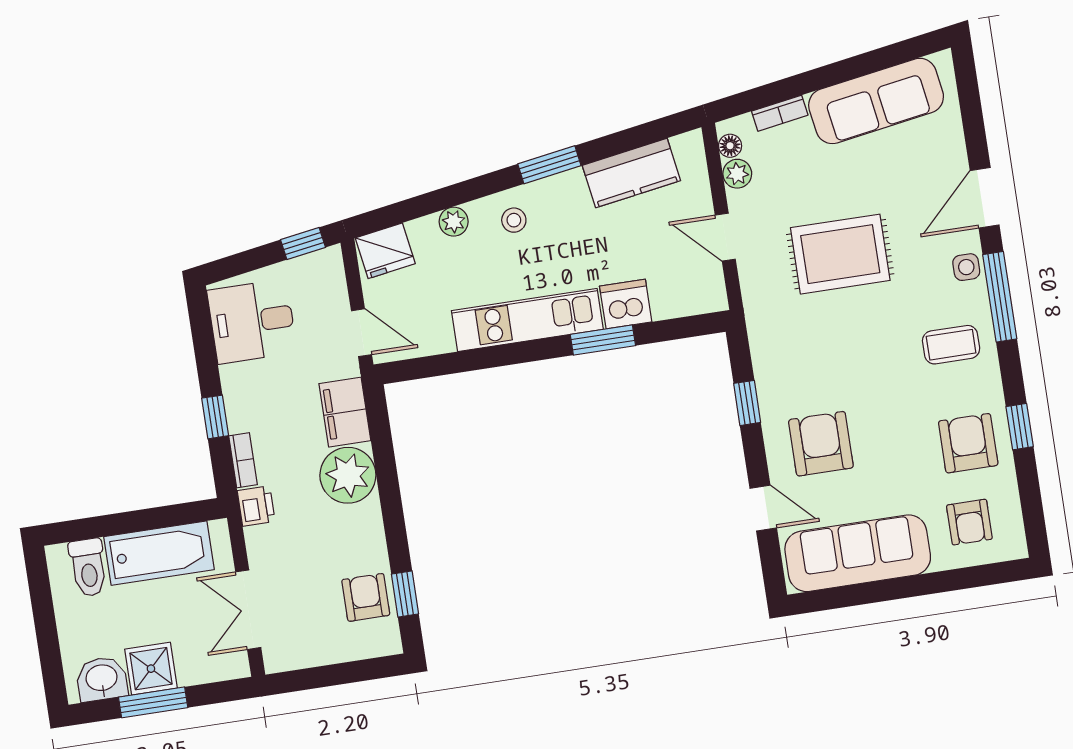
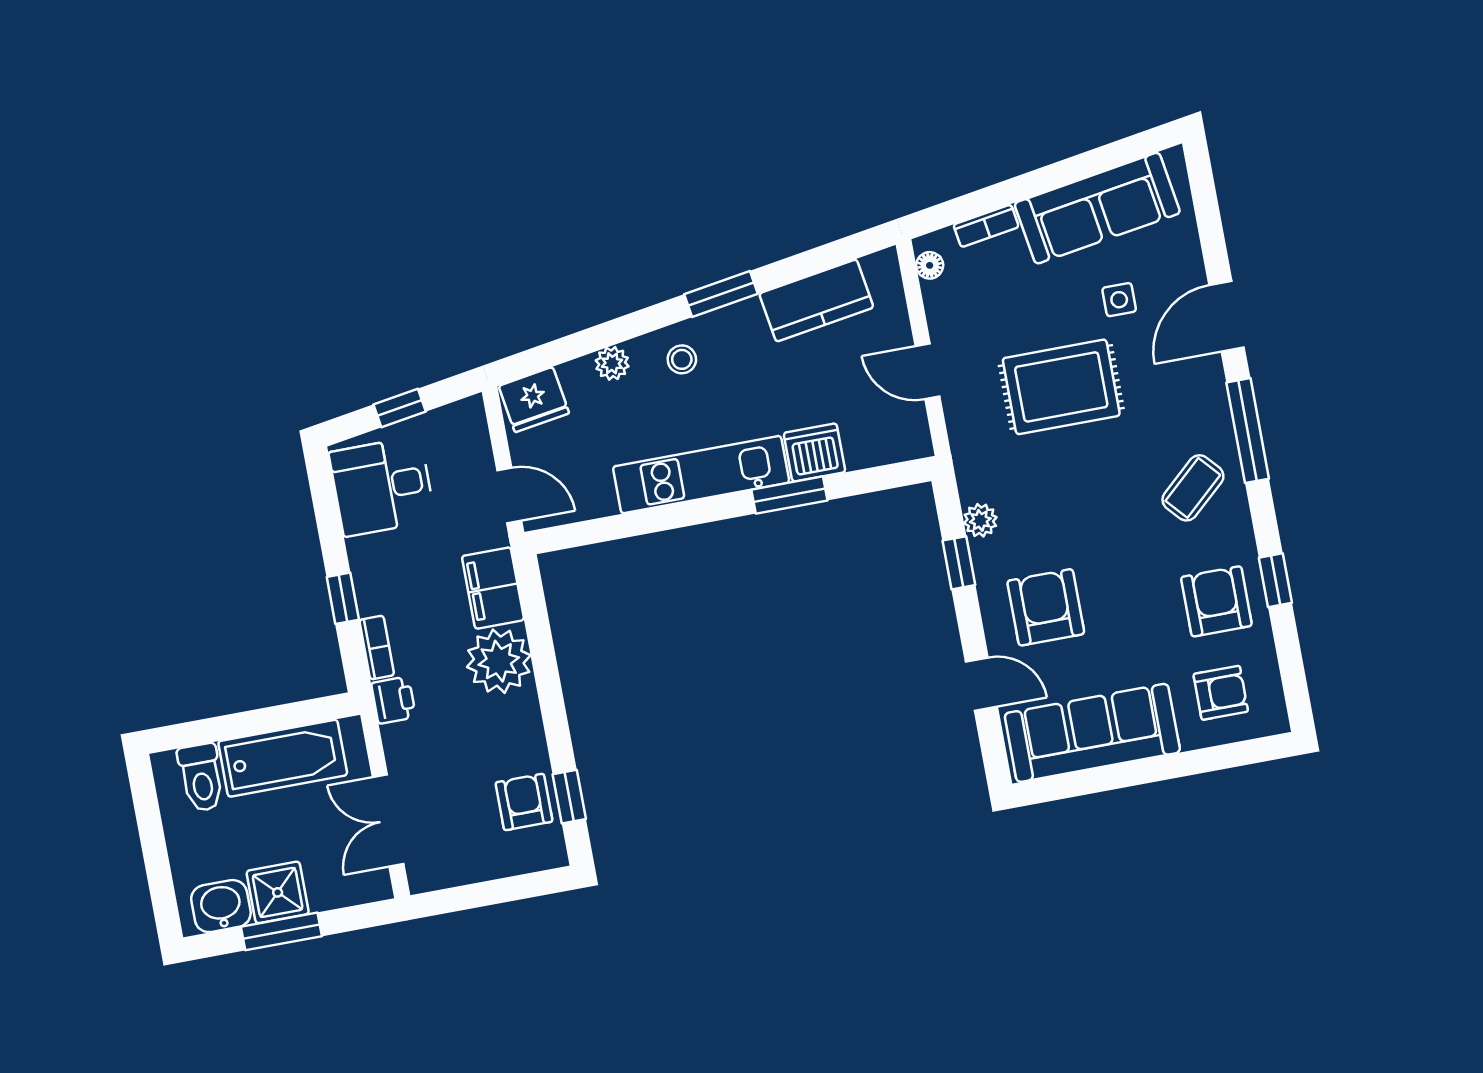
plant: (737, 174) -> (980, 520), moved
window: (303, 244) -> (400, 408), moved
side table: (966, 267) -> (1119, 300), moved
coffee table: (951, 345) -> (1193, 488), turned -42
armchair: (969, 522) -> (1221, 693), turned -90

